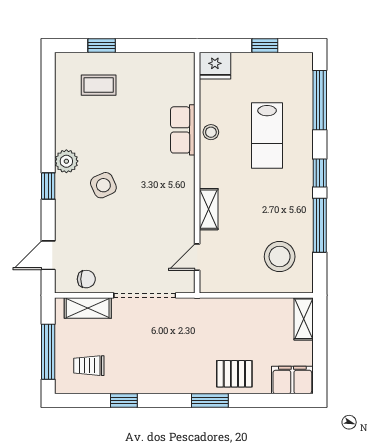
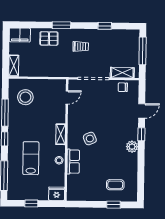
side table: (103, 185) -> (90, 139), moved
shelving: (209, 209) -> (61, 134), moved
door: (48, 255) -> (142, 111), moved
trolley: (89, 366) -> (81, 47), moved

